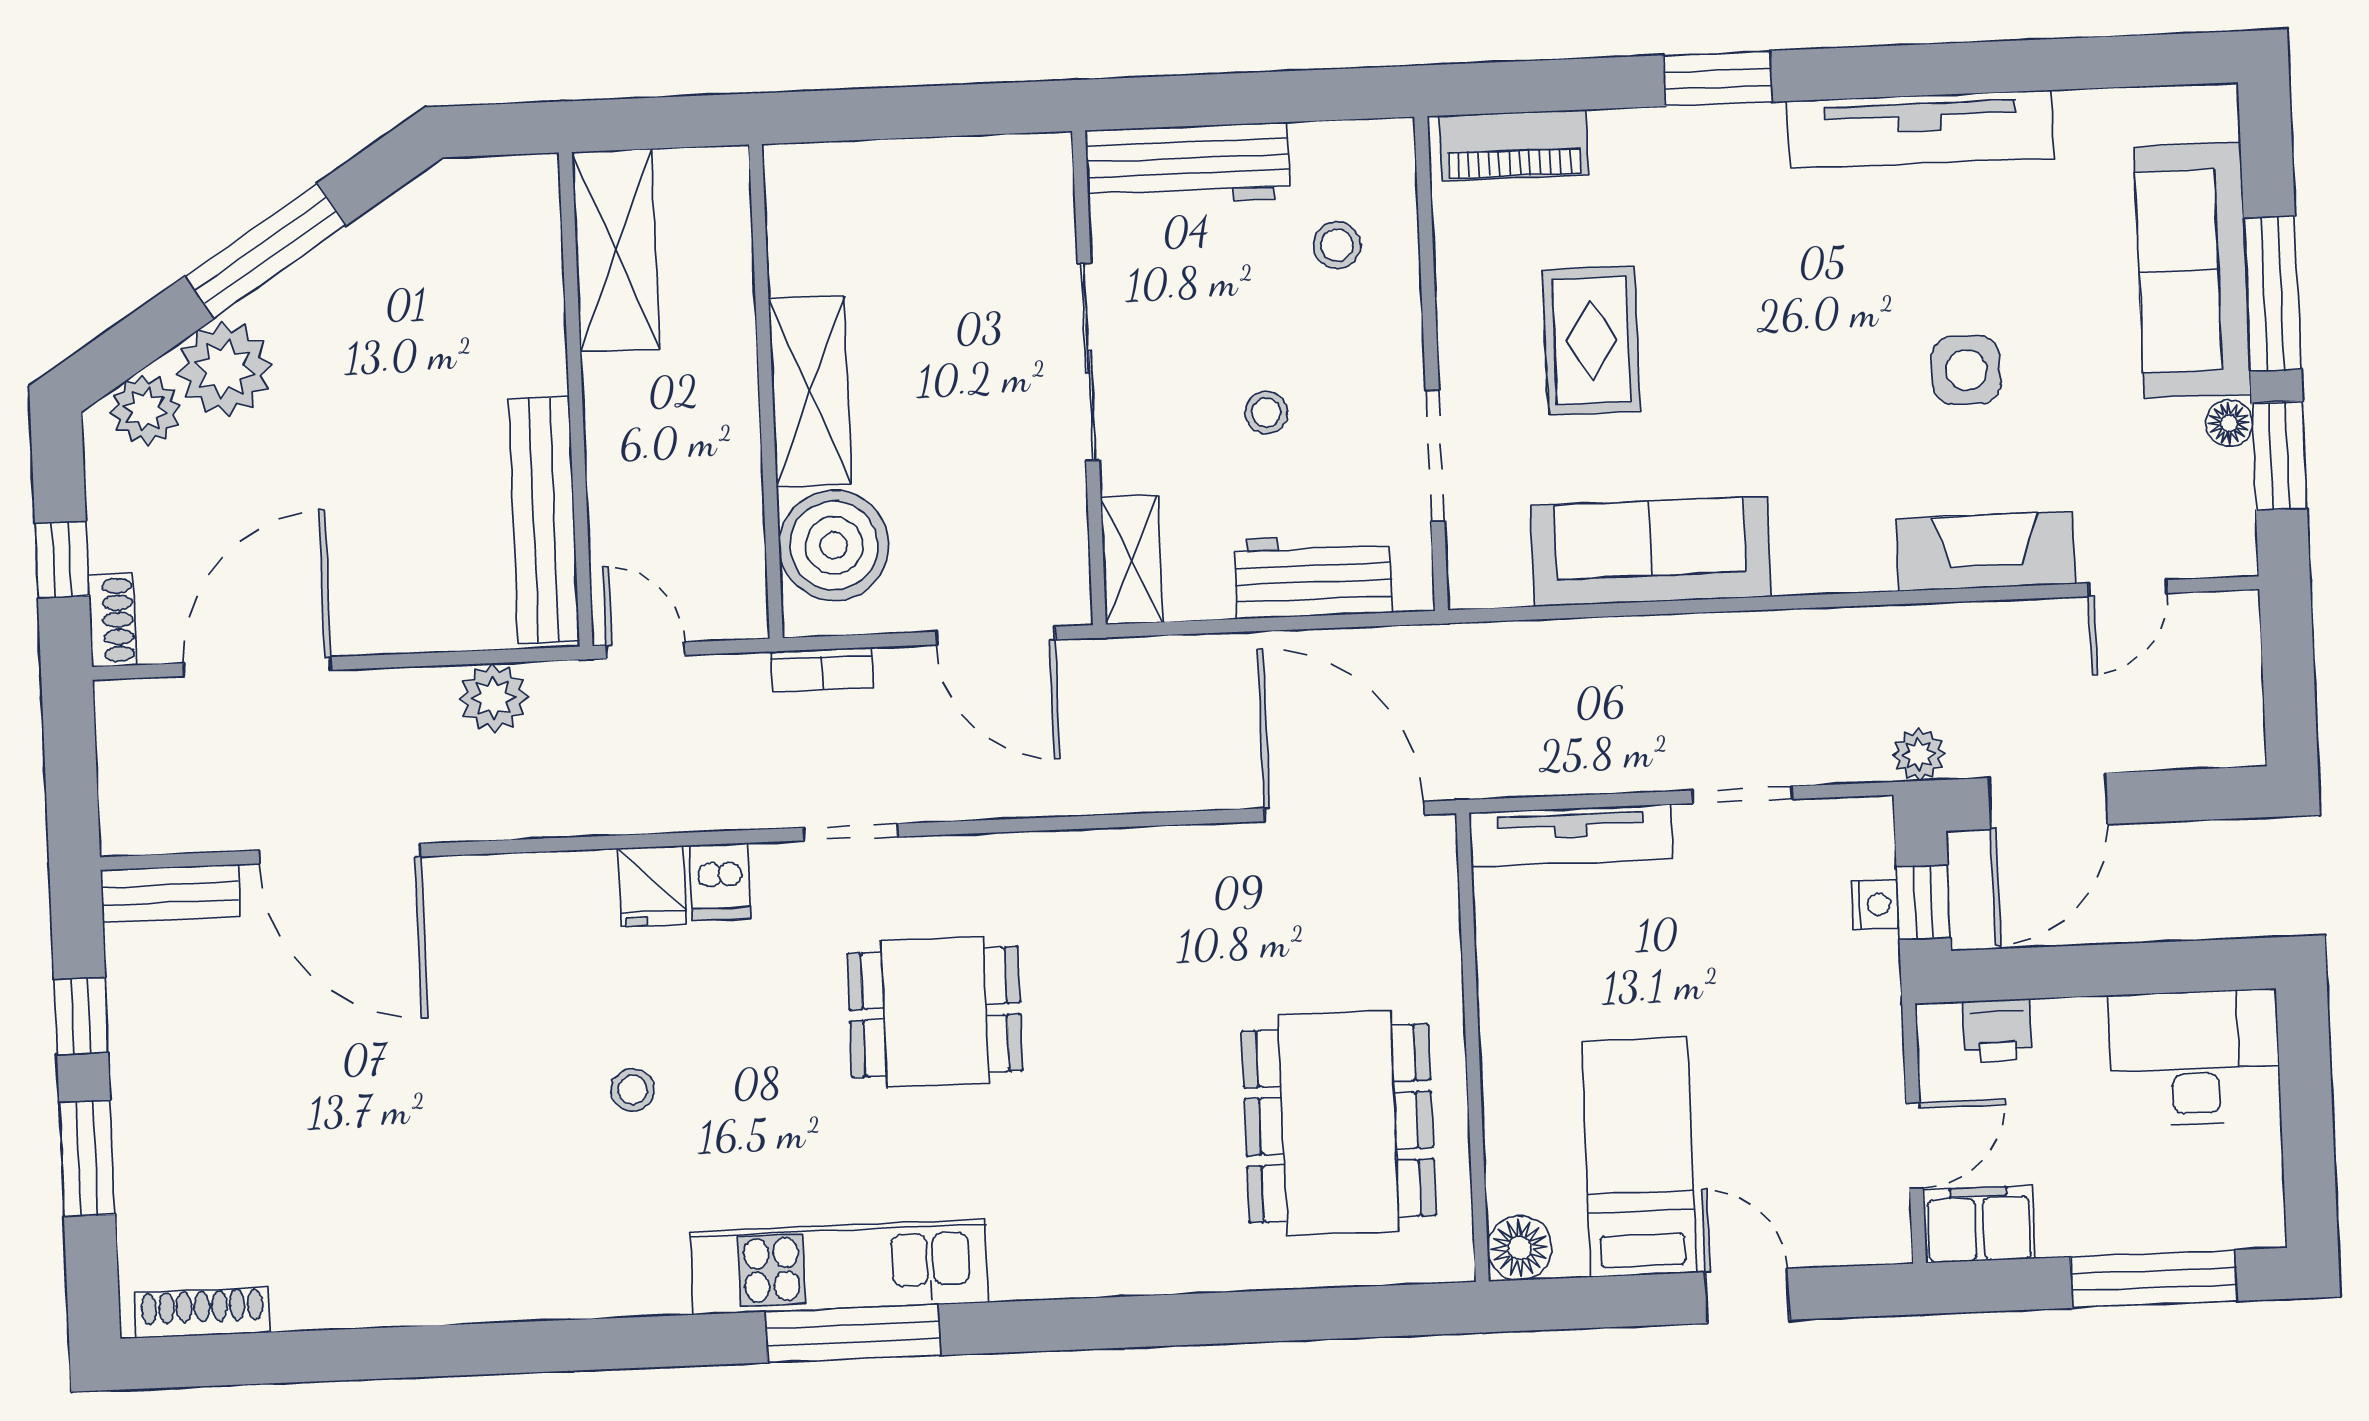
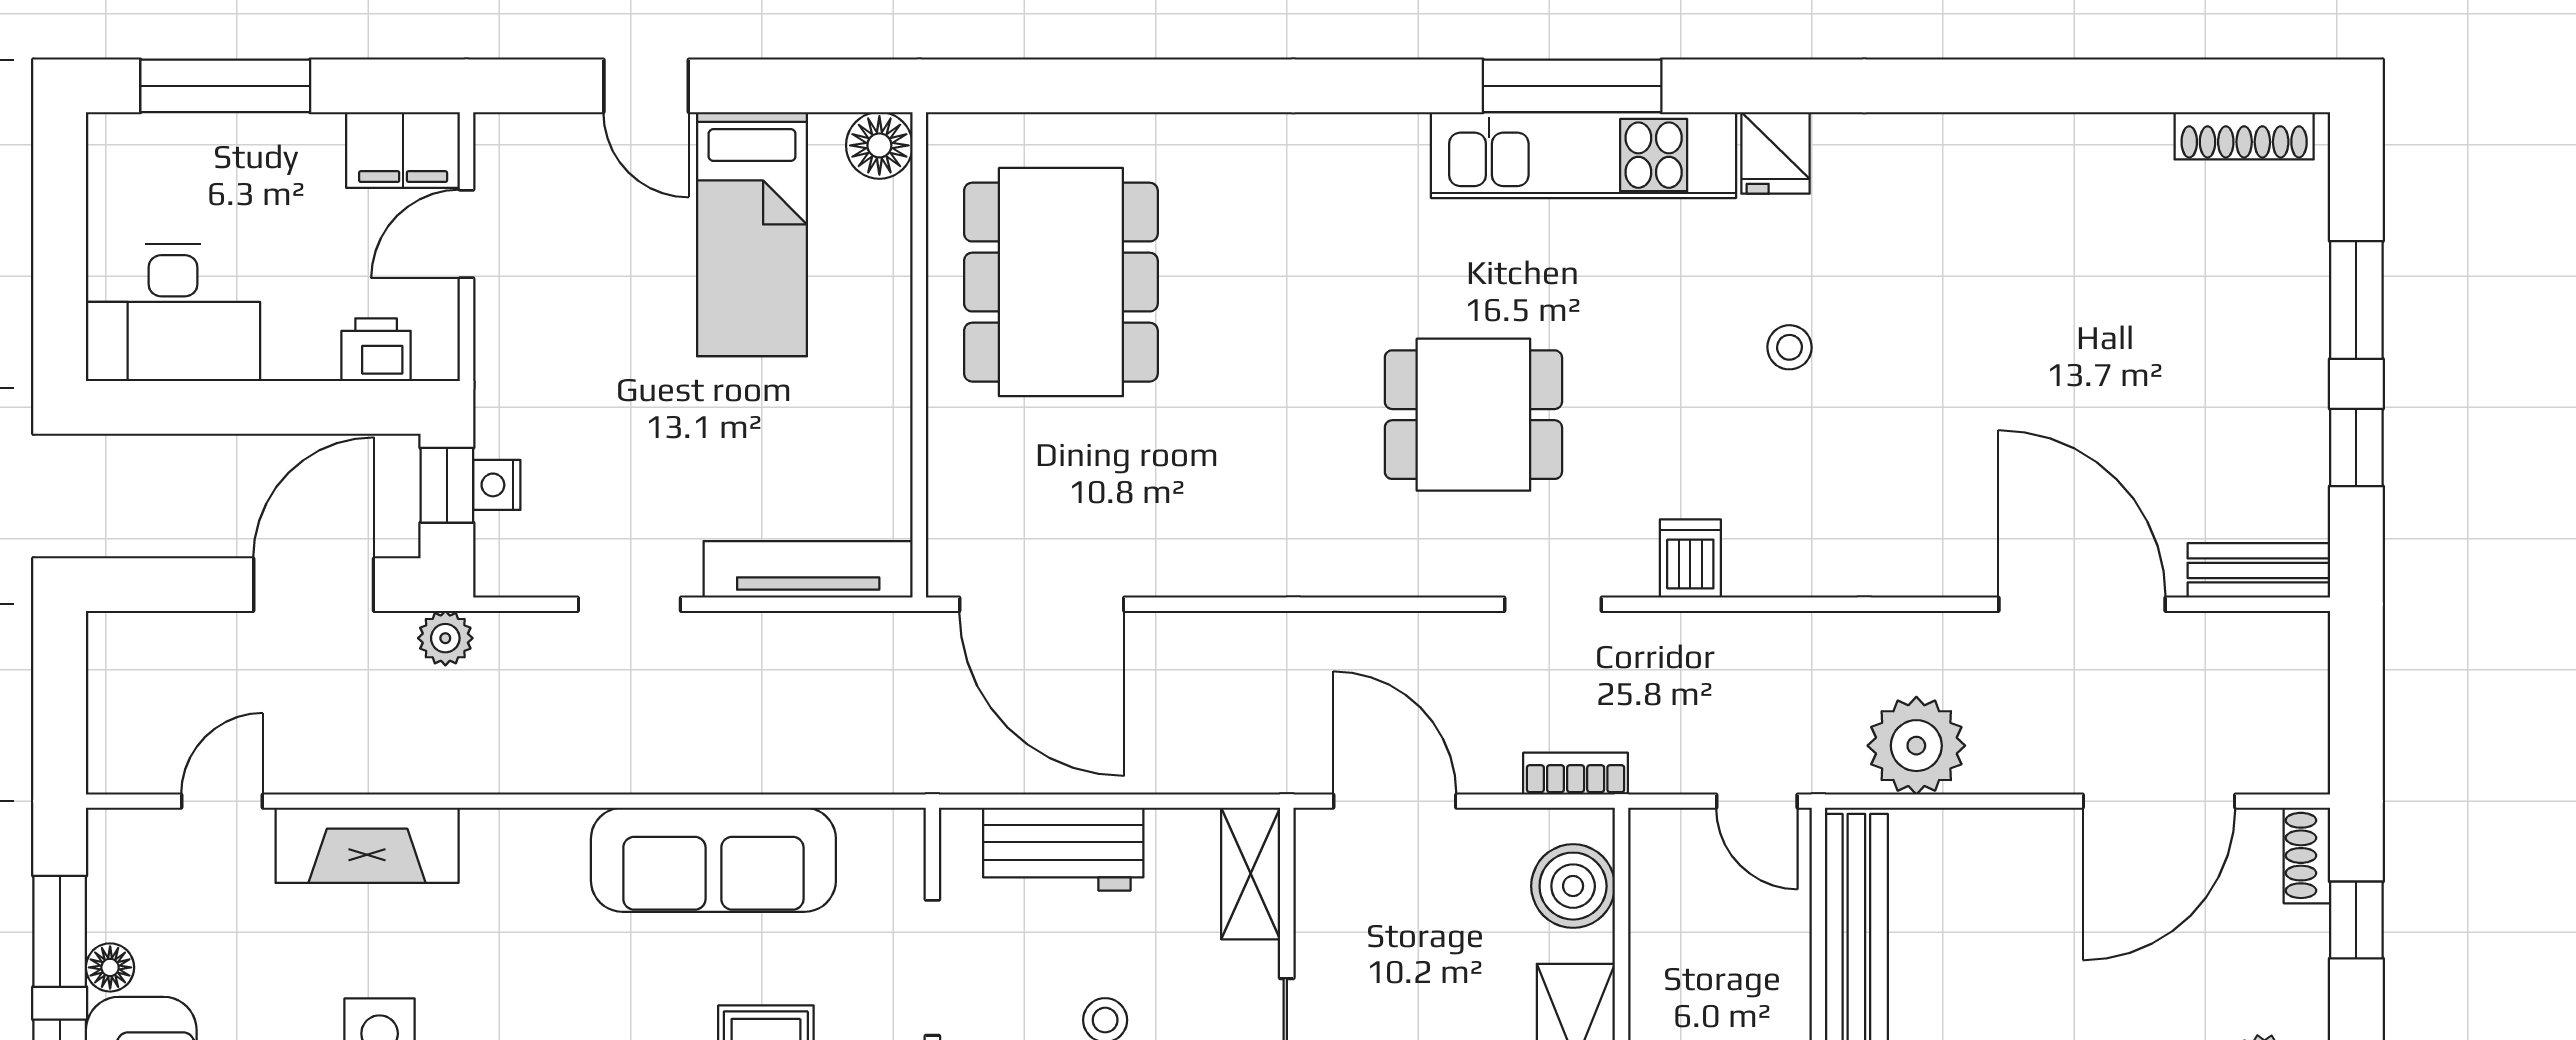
boiler: (834, 545) -> (1573, 886), width x0.73, depth x0.73
plant: (493, 698) -> (1916, 746), width x1.36, depth x1.36
fridge: (652, 886) -> (1775, 153), moved, turned 180

